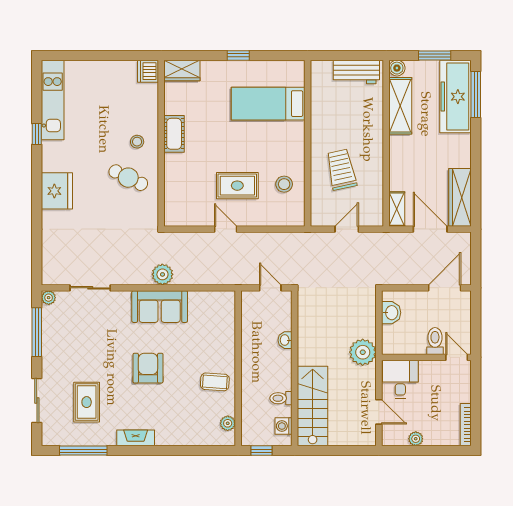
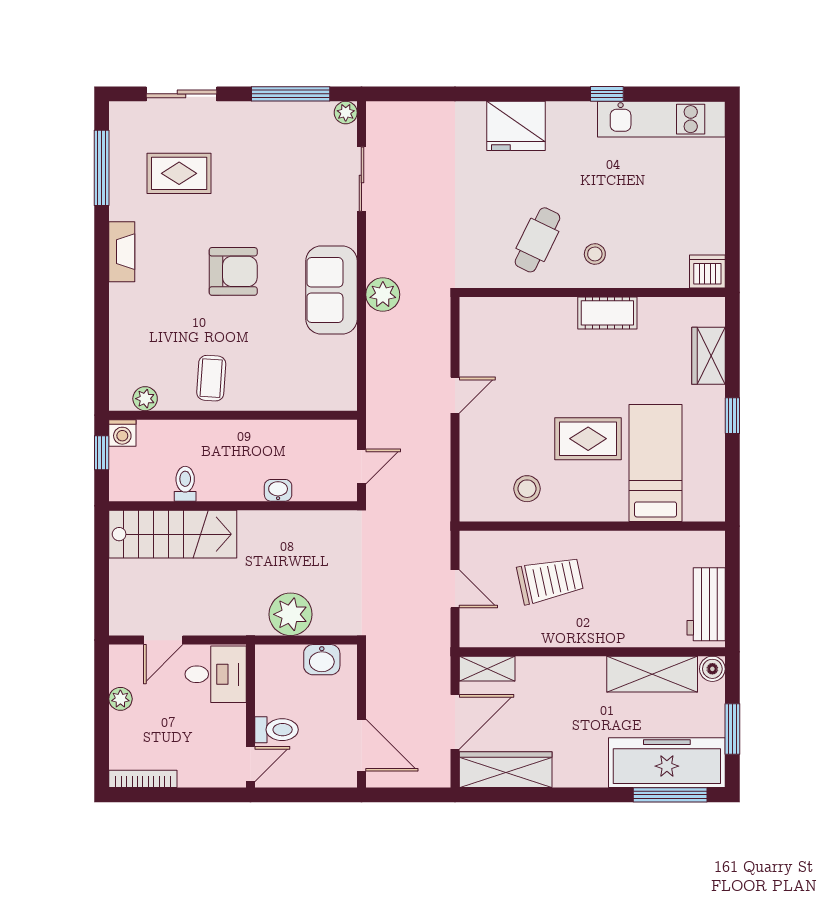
wardrobe: (182, 70) -> (709, 356), moved
rug: (237, 186) -> (588, 439), moved, turned 90
plant: (363, 352) -> (291, 614), moved
washing machine: (284, 426) -> (122, 433), moved, turned 180

